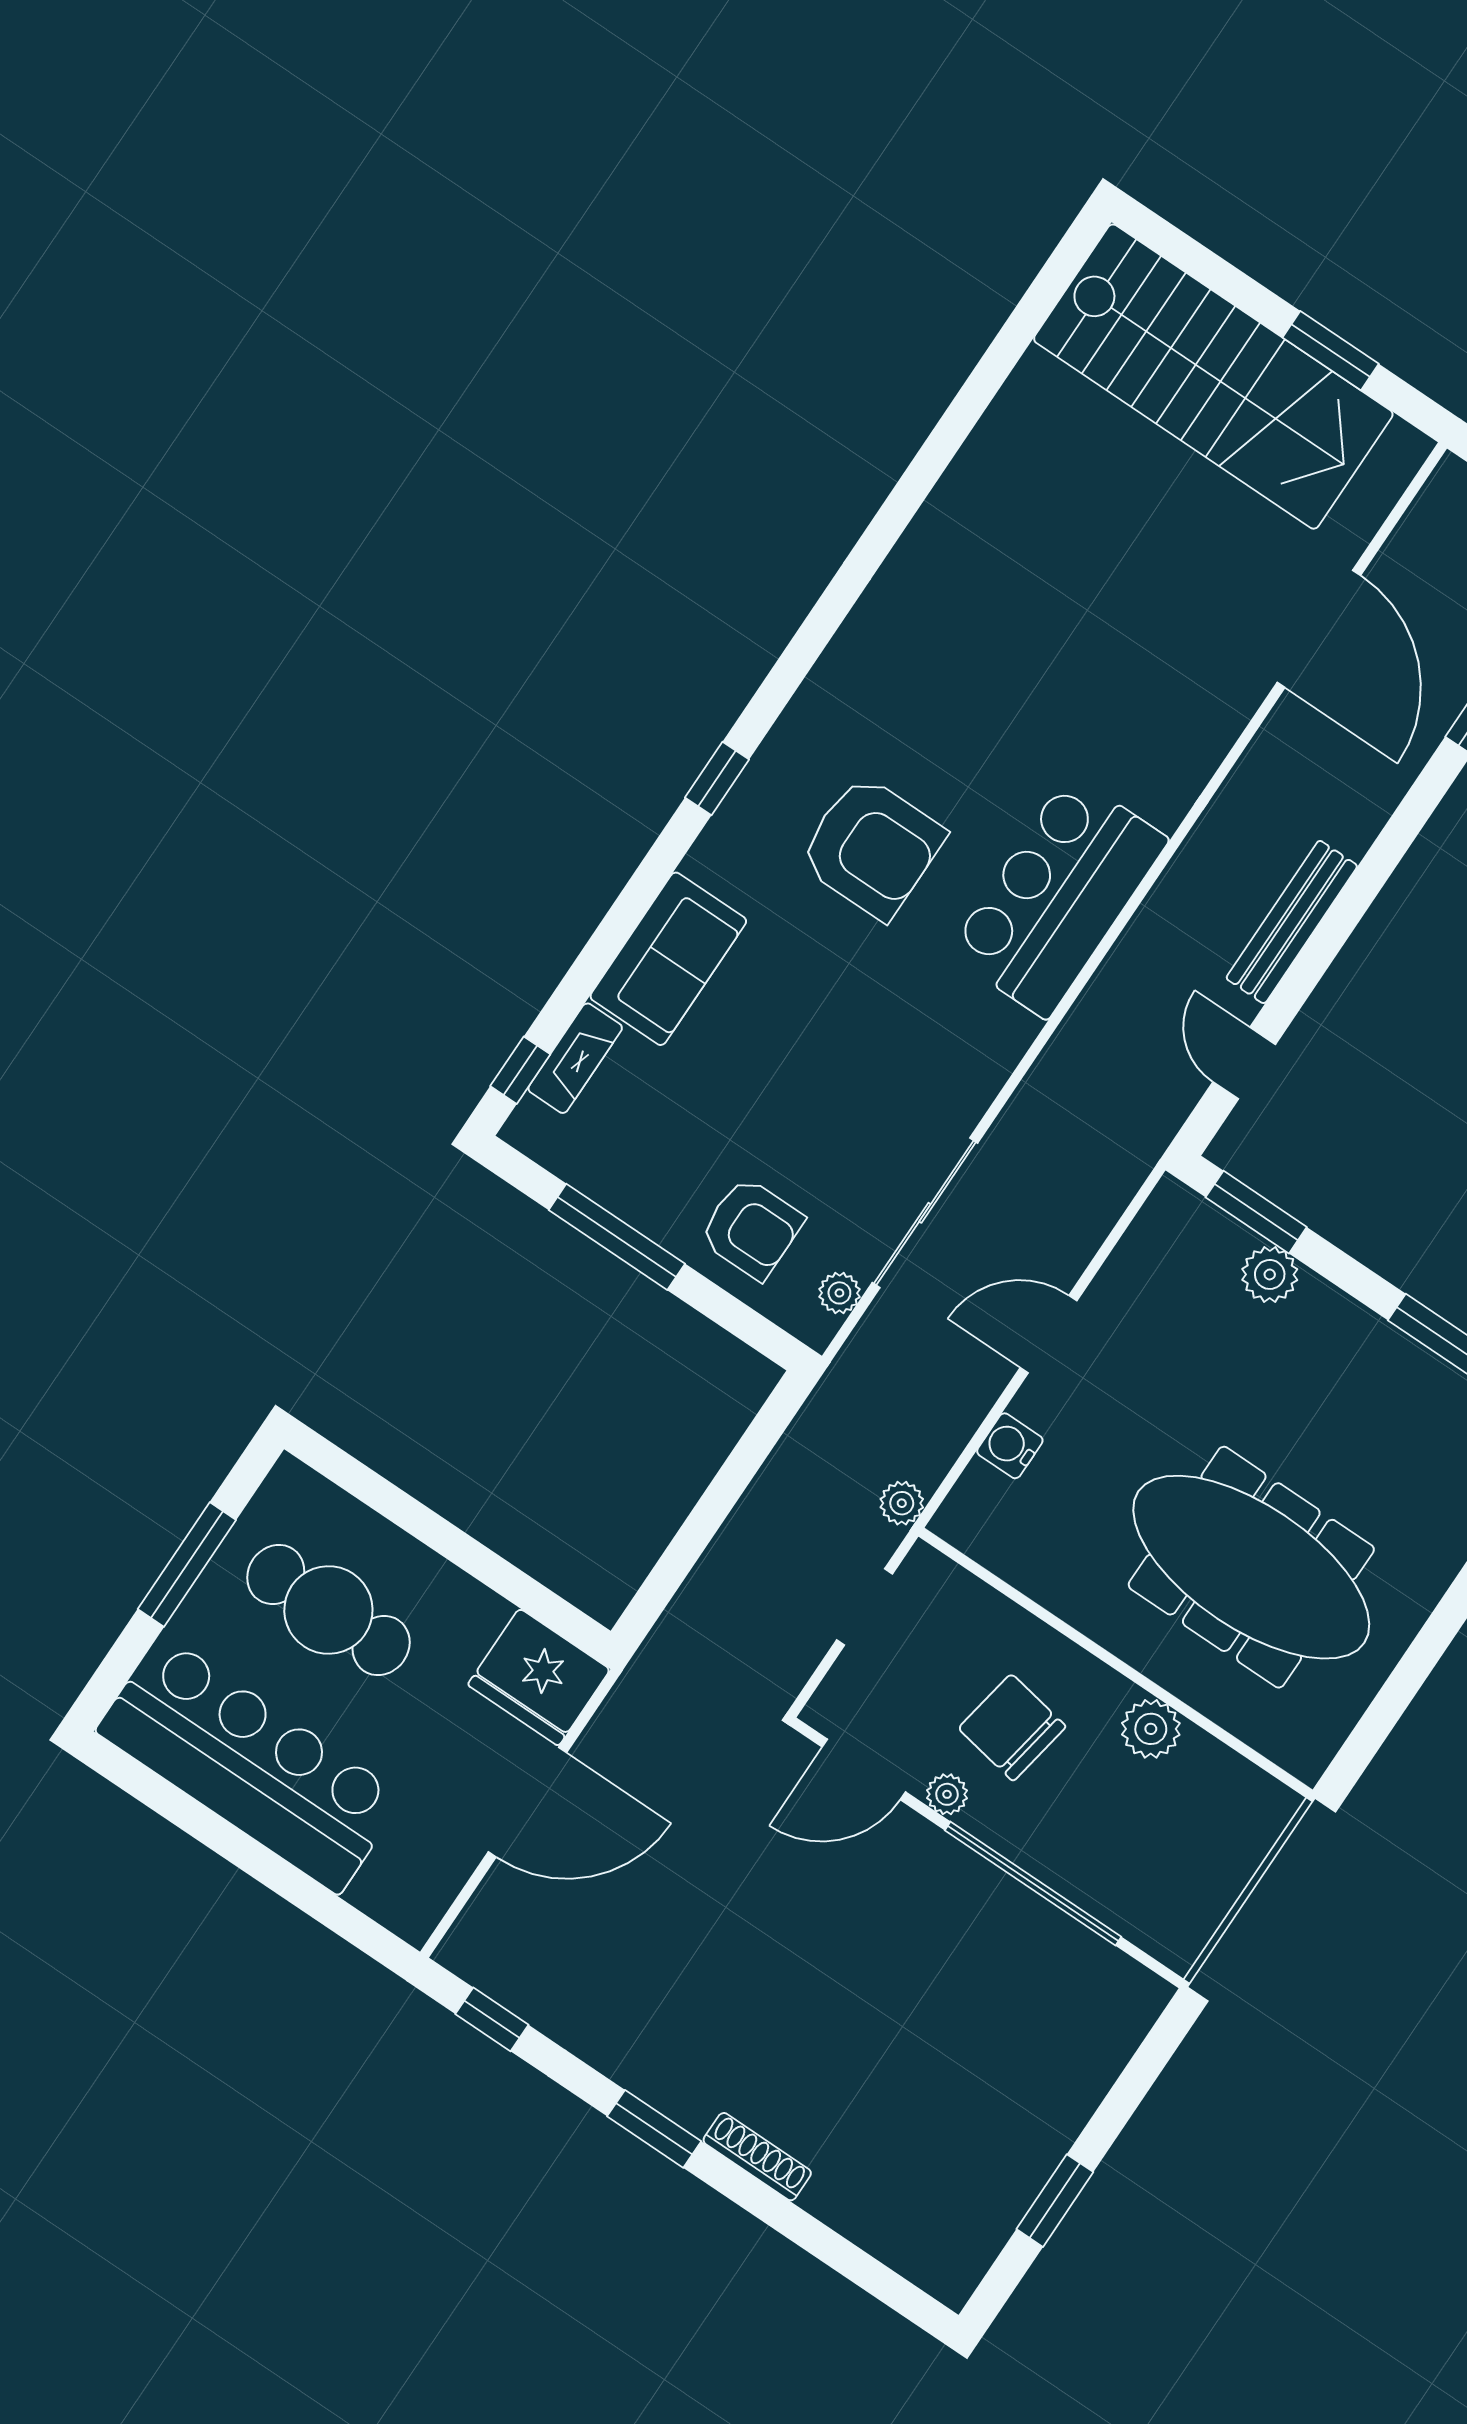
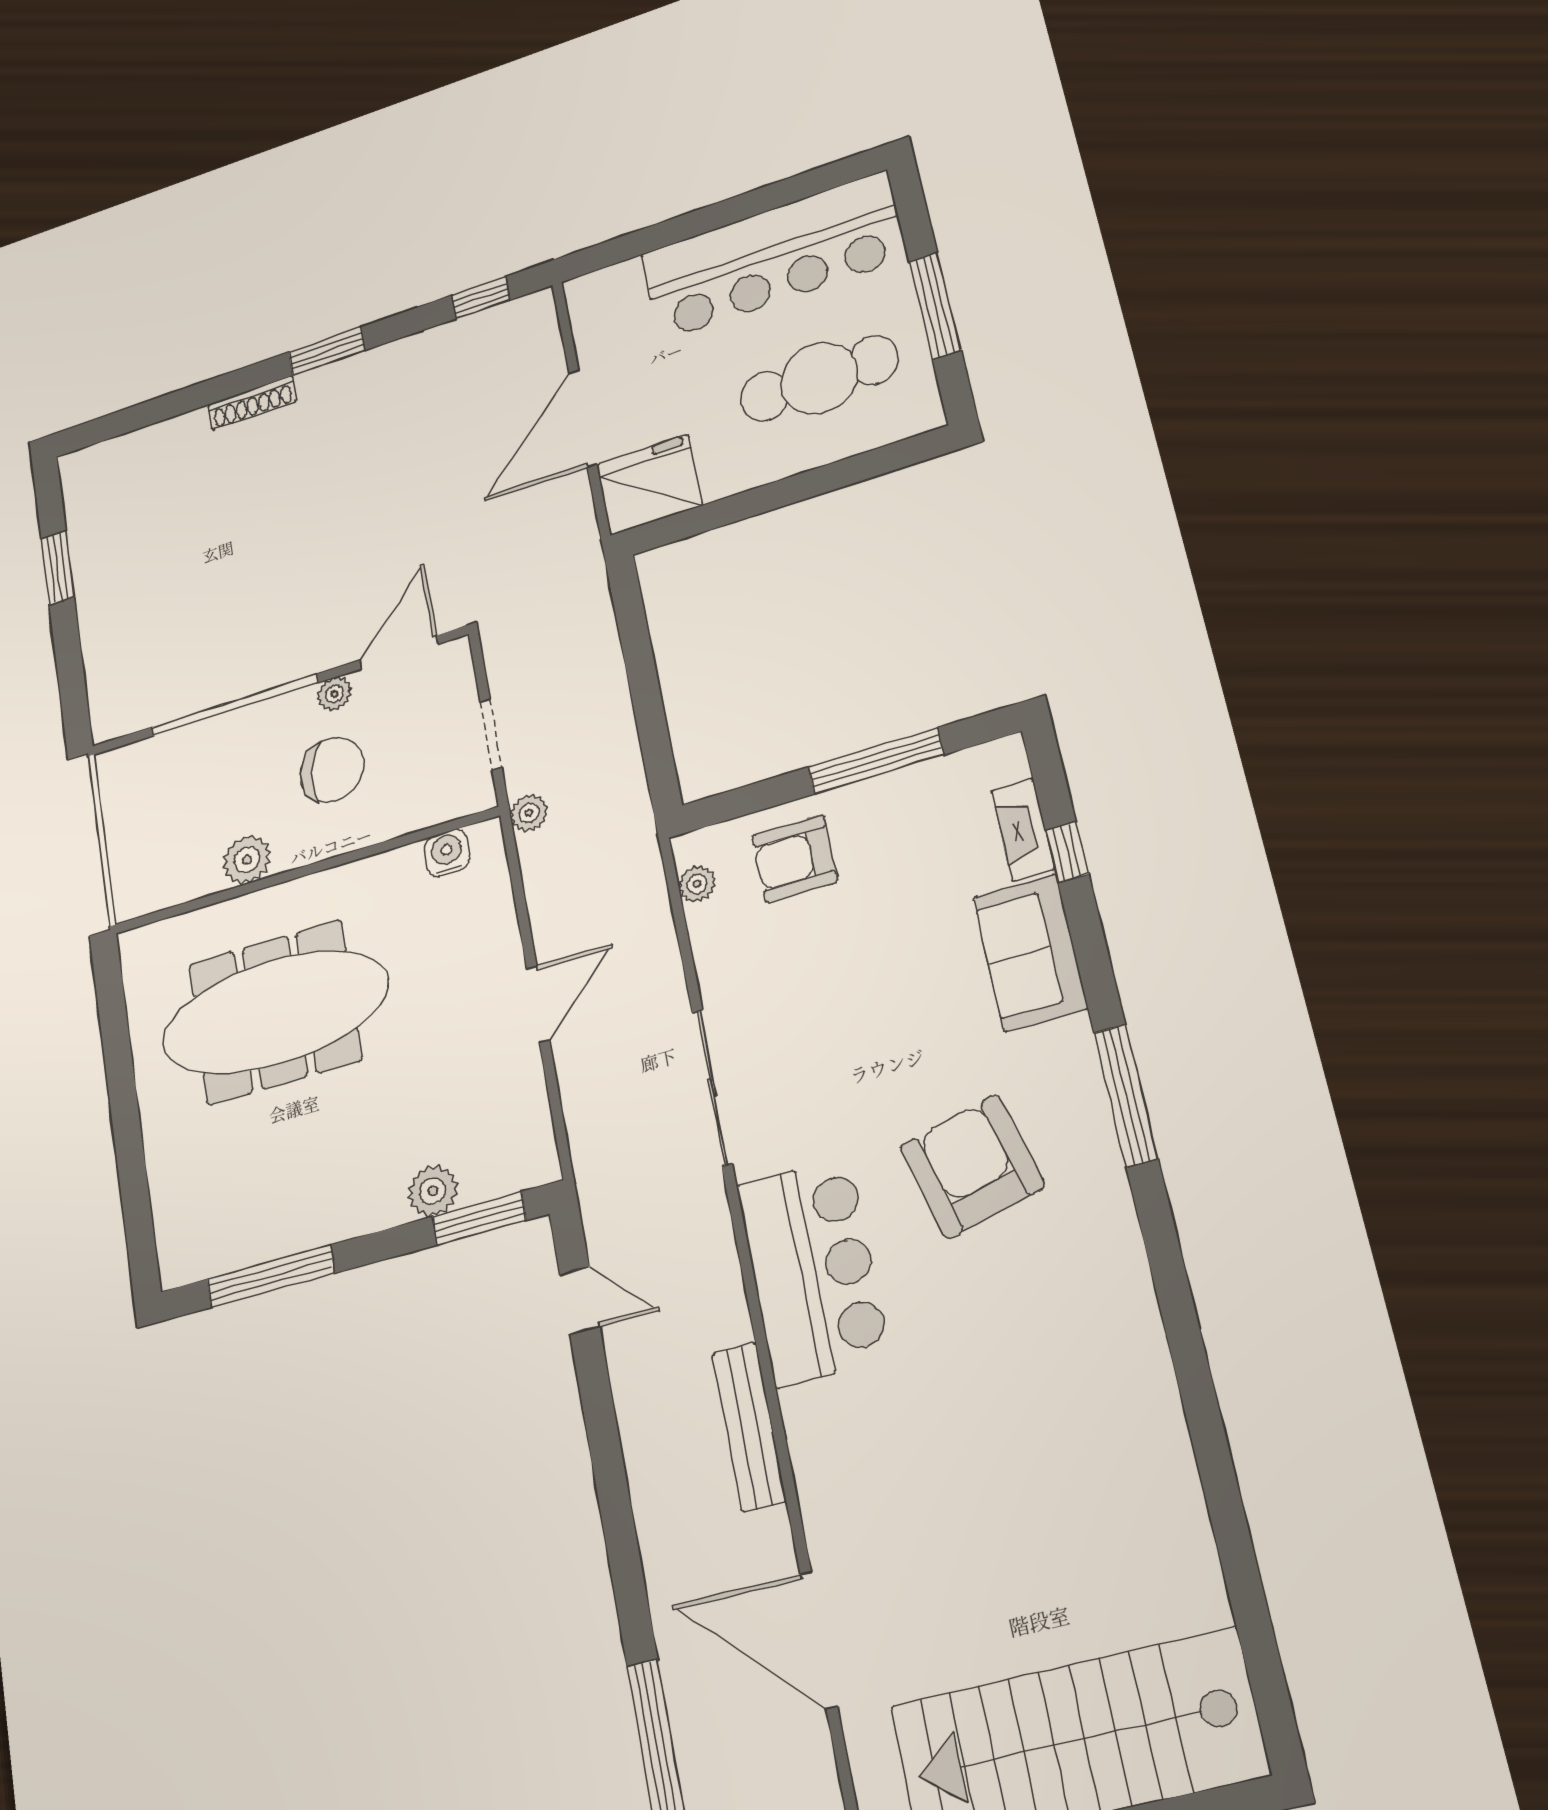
window: (717, 779) -> (1126, 1096), width x2.17
armchair: (872, 847) -> (972, 1166), turned 76
bench: (1292, 922) -> (749, 1427), moved
window: (520, 1070) -> (1067, 852), moved
sliding door: (925, 1213) -> (712, 1087), moved
water cooler: (1010, 1446) -> (447, 853), moved, turned -90

